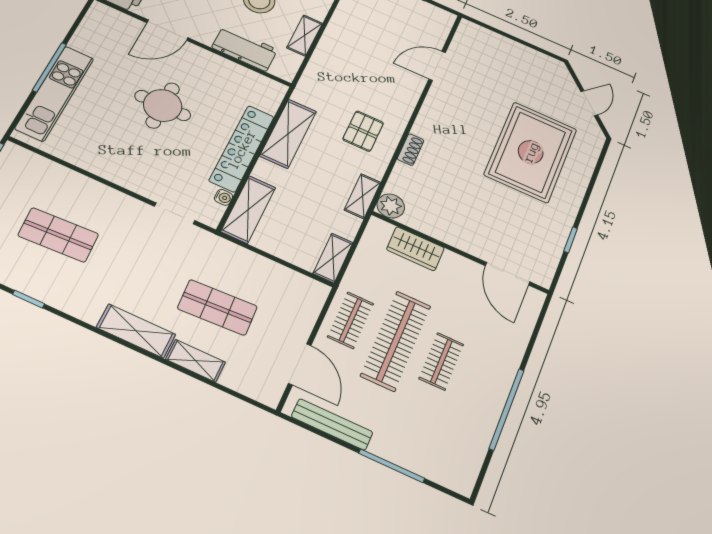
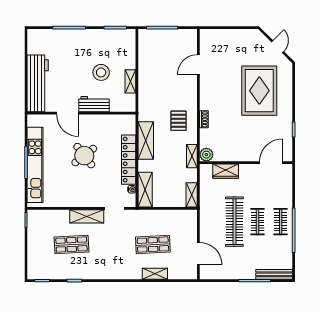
door: (167, 30) -> (68, 113), hinge flipped
workbench: (245, 49) -> (94, 104), moved
kitchen unit: (55, 93) -> (35, 165), width x1.36
round table: (163, 105) -> (84, 156), turned -38
door: (508, 274) -> (271, 163), swing flipped
clothes rail: (351, 320) -> (281, 222), moved
shelving: (136, 331) -> (87, 216), moved
bench: (332, 424) -> (274, 274), moved

